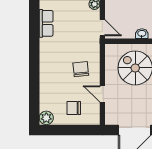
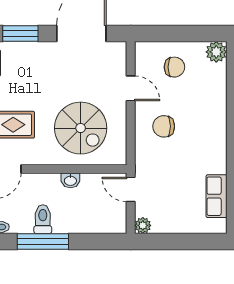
chair: (81, 69) -> (164, 126), turned 96

